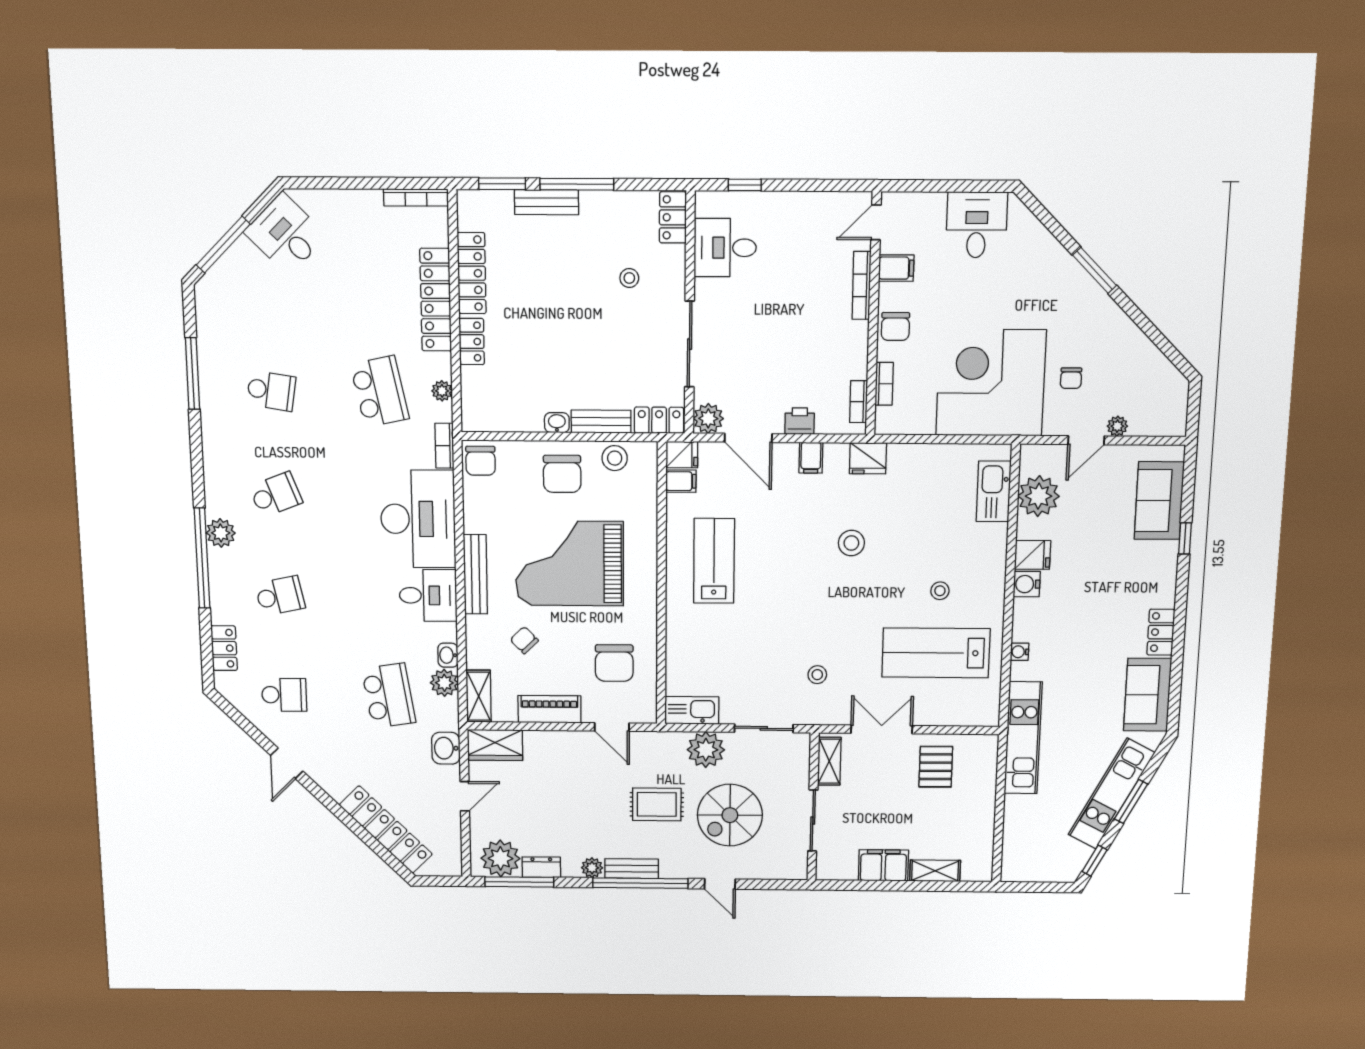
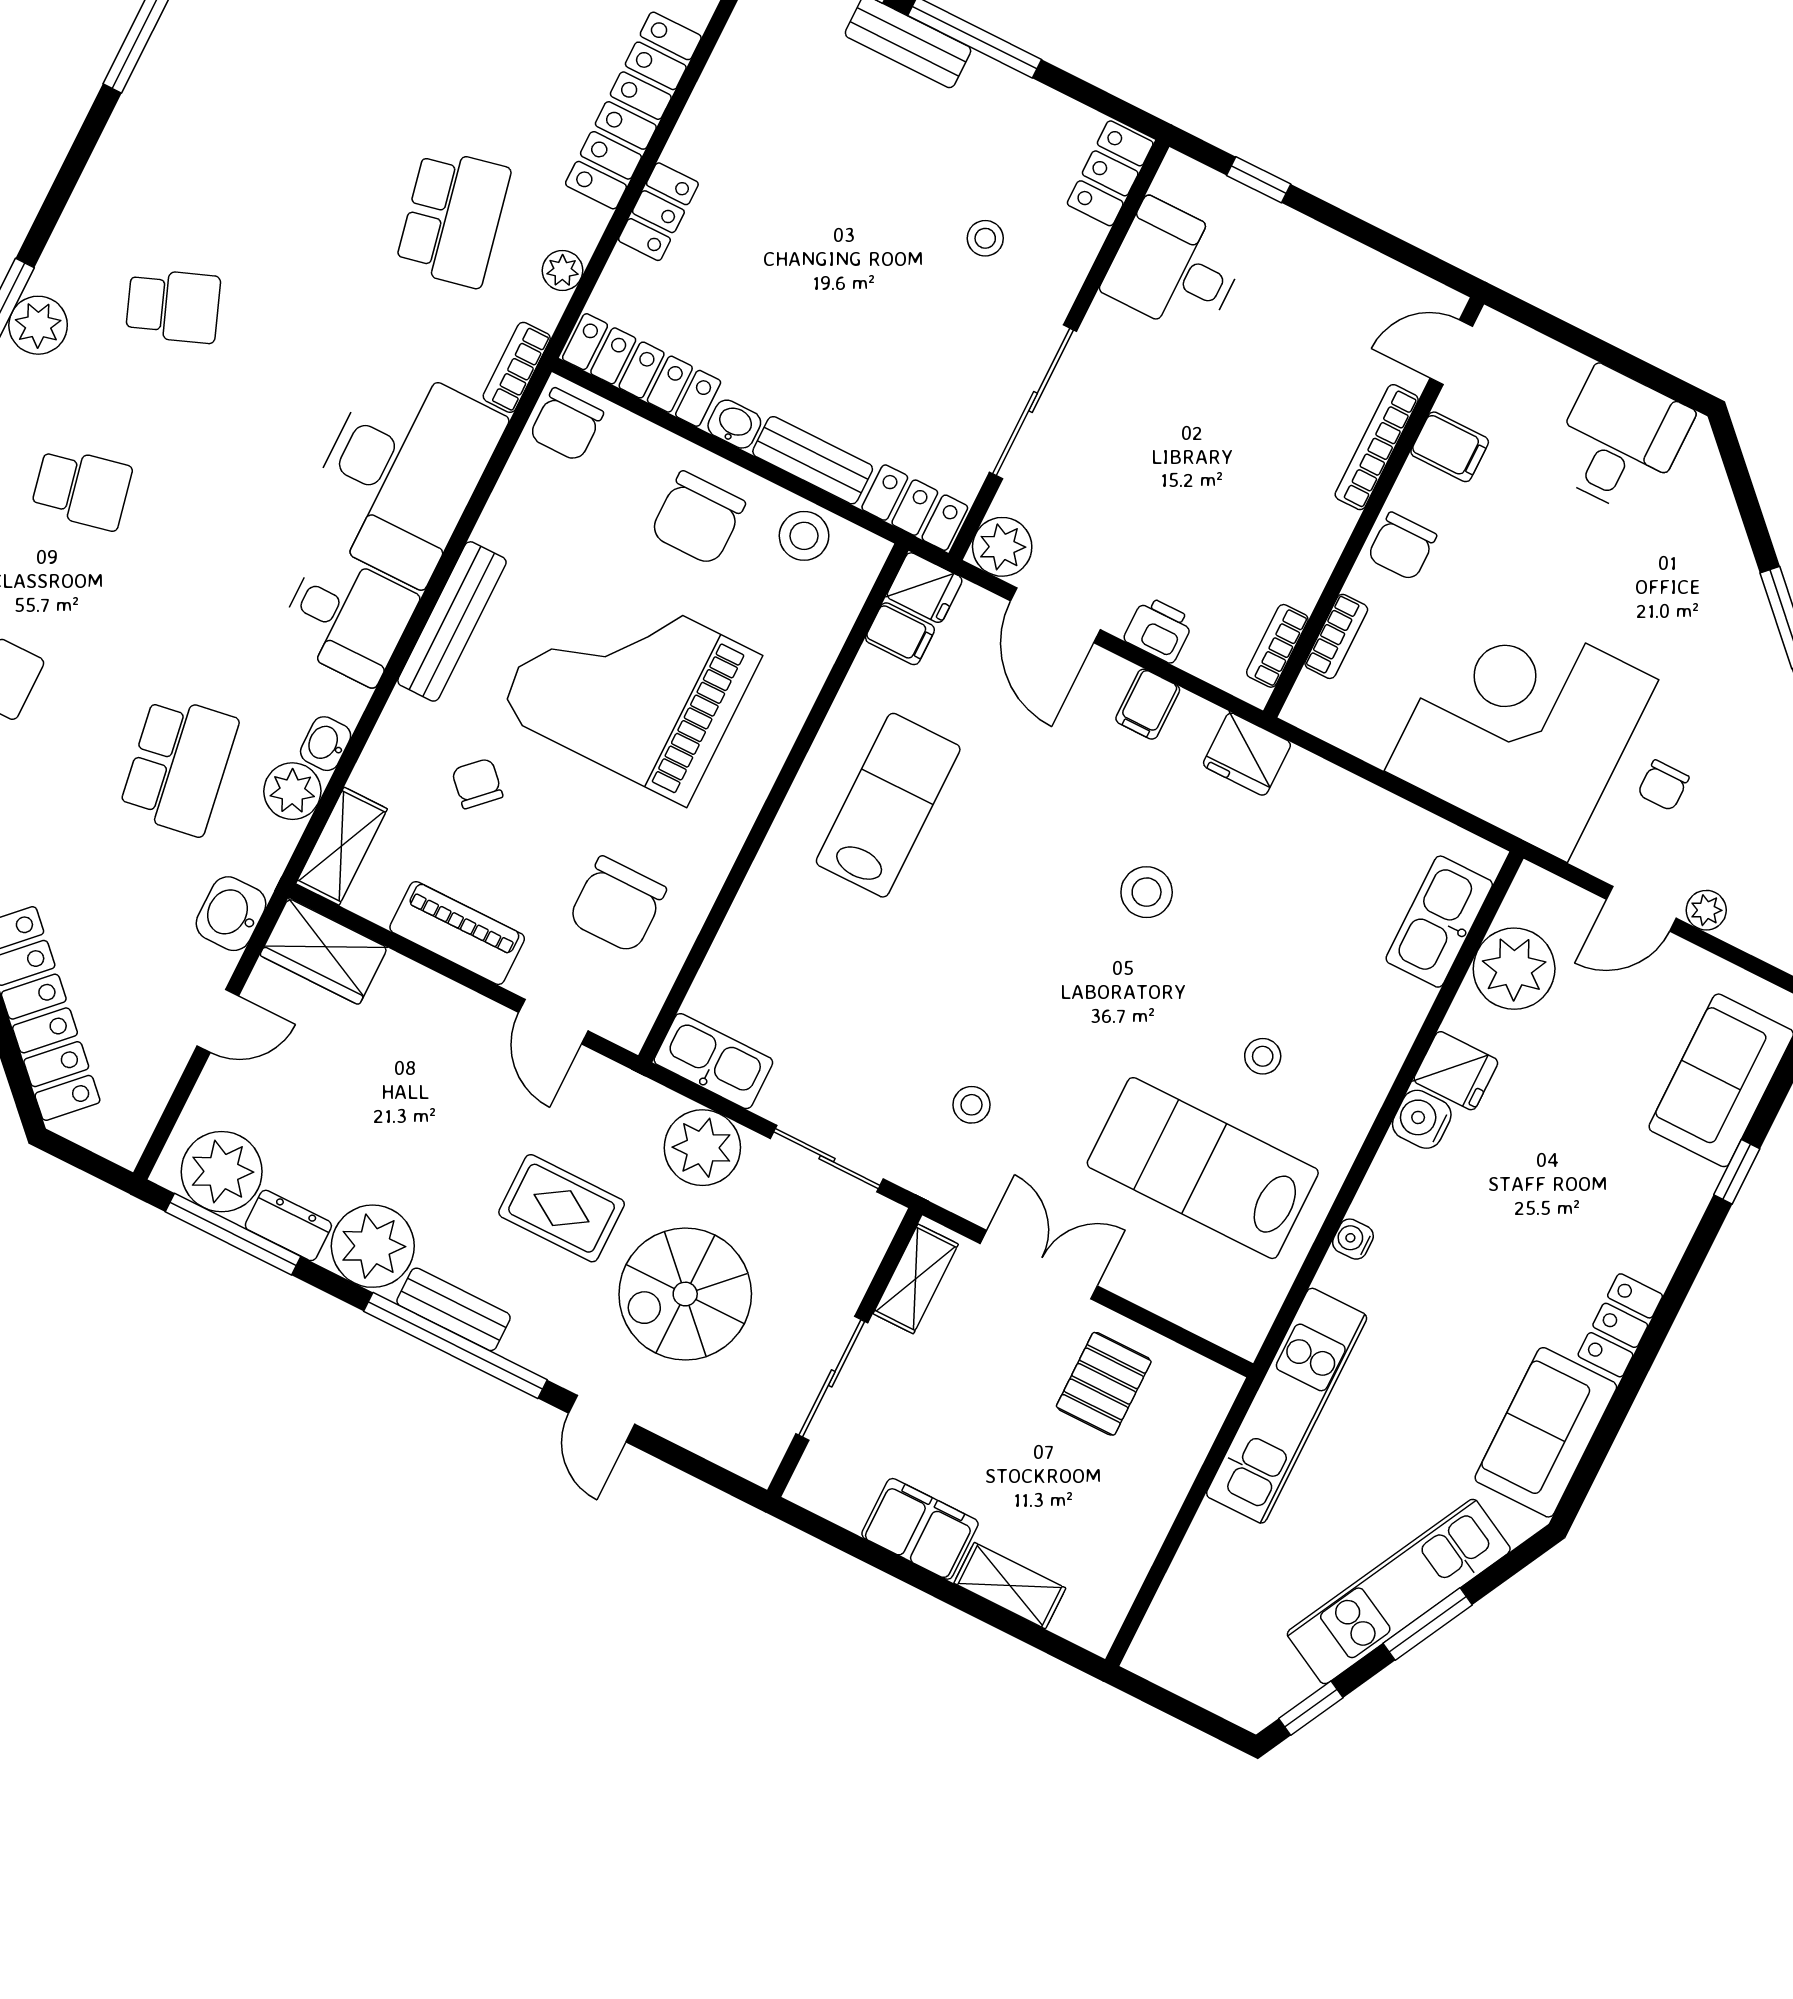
locker: (472, 273) -> (642, 370), moved, turned -90
school desk: (271, 391) -> (265, 124), removed
plant: (592, 868) -> (373, 1246), width x1.88, depth x1.88

